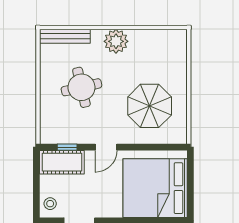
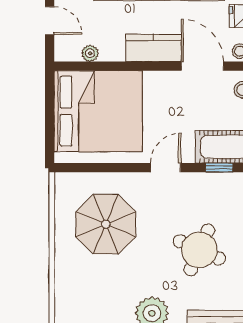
round table: (81, 87) -> (199, 250), turned 37

